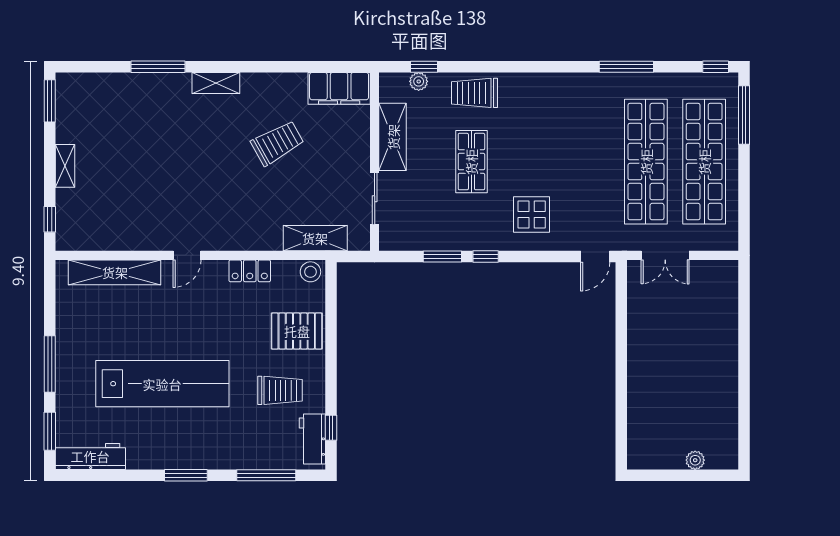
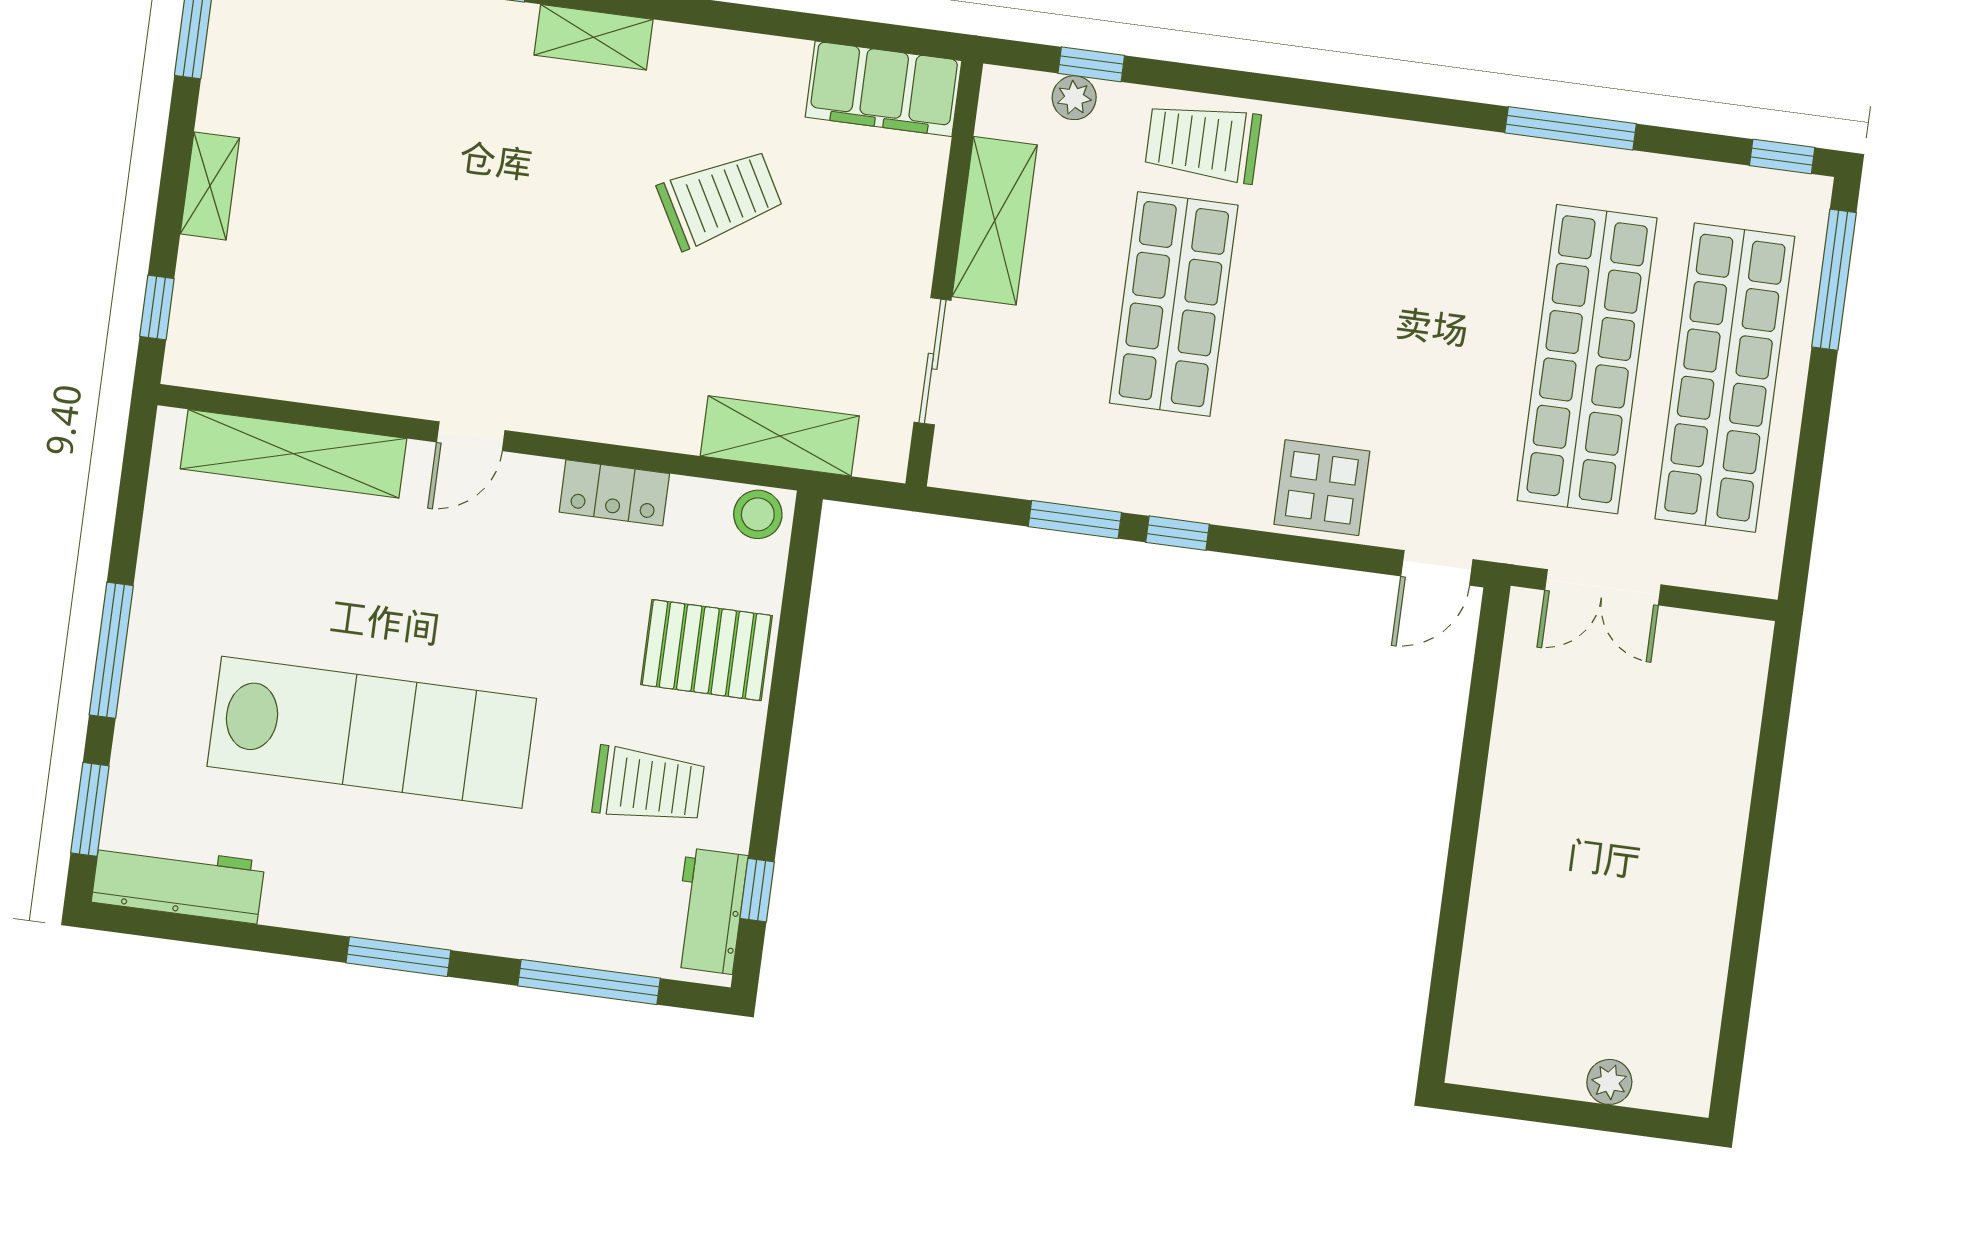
shop shelf: (471, 162) -> (1174, 304), width x1.43, depth x1.36
display table: (532, 214) -> (1322, 488), moved

